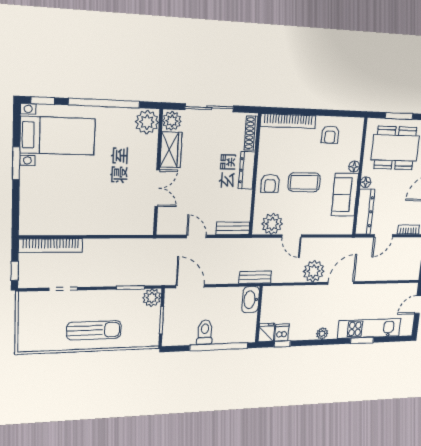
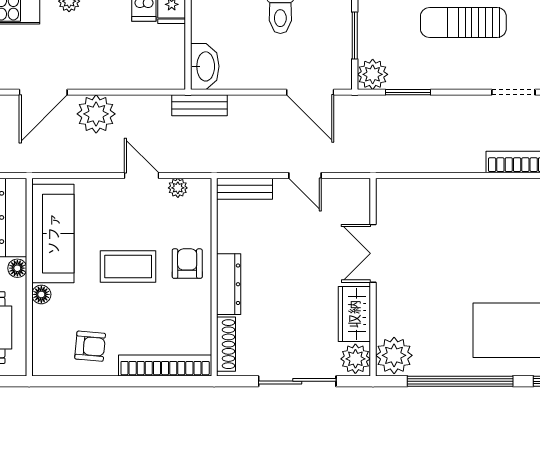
armchair: (330, 135) -> (90, 346), turned 95
sofa: (345, 195) -> (53, 234), width x1.36
plant: (272, 224) -> (178, 188), width x0.53, depth x0.53

